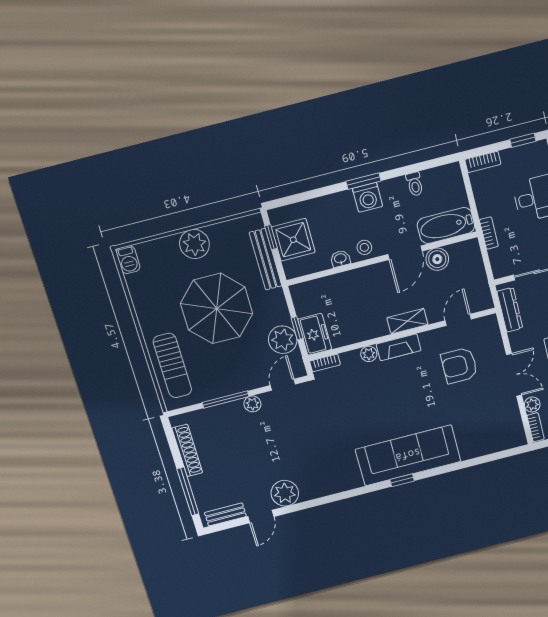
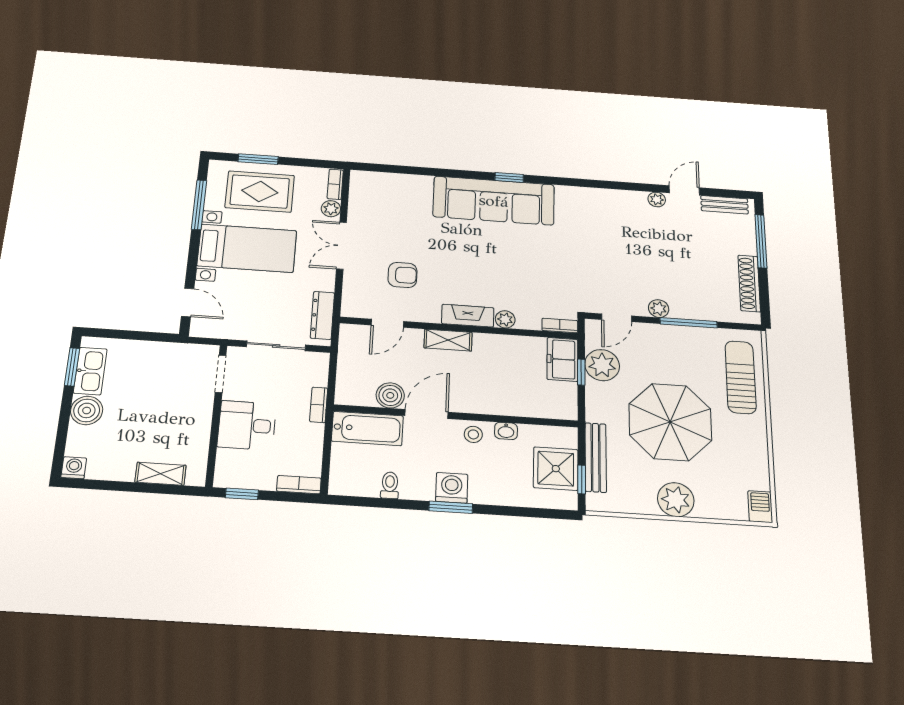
armchair: (459, 365) -> (402, 275), width x0.72, depth x0.72
plant: (285, 493) -> (657, 200), width x0.53, depth x0.53

